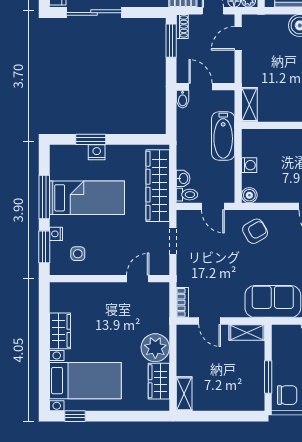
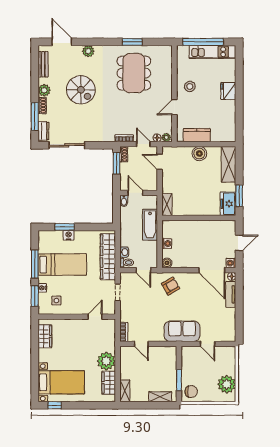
door: (238, 38) -> (160, 162), hinge flipped
wardrobe: (60, 331) -> (45, 336), moved
shelving: (247, 332) -> (160, 397), moved

